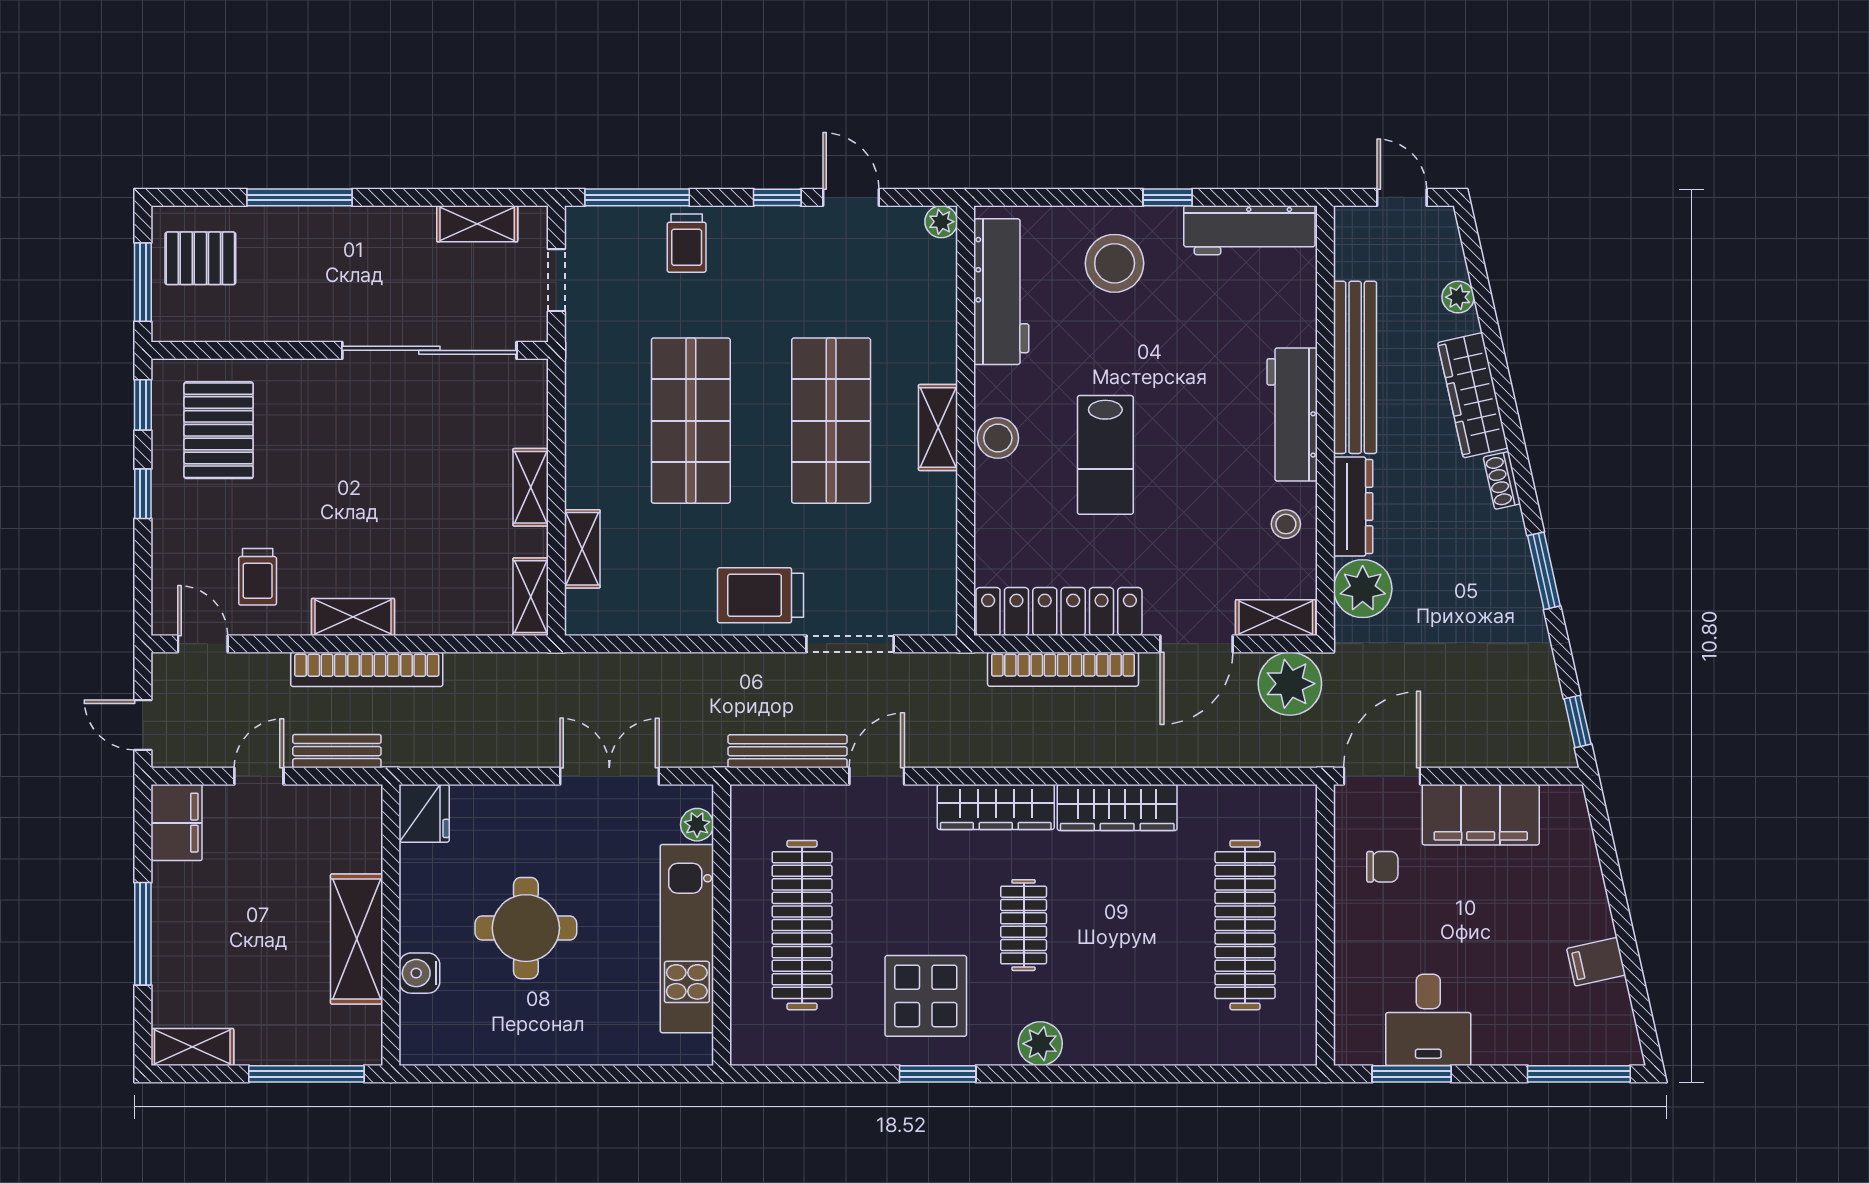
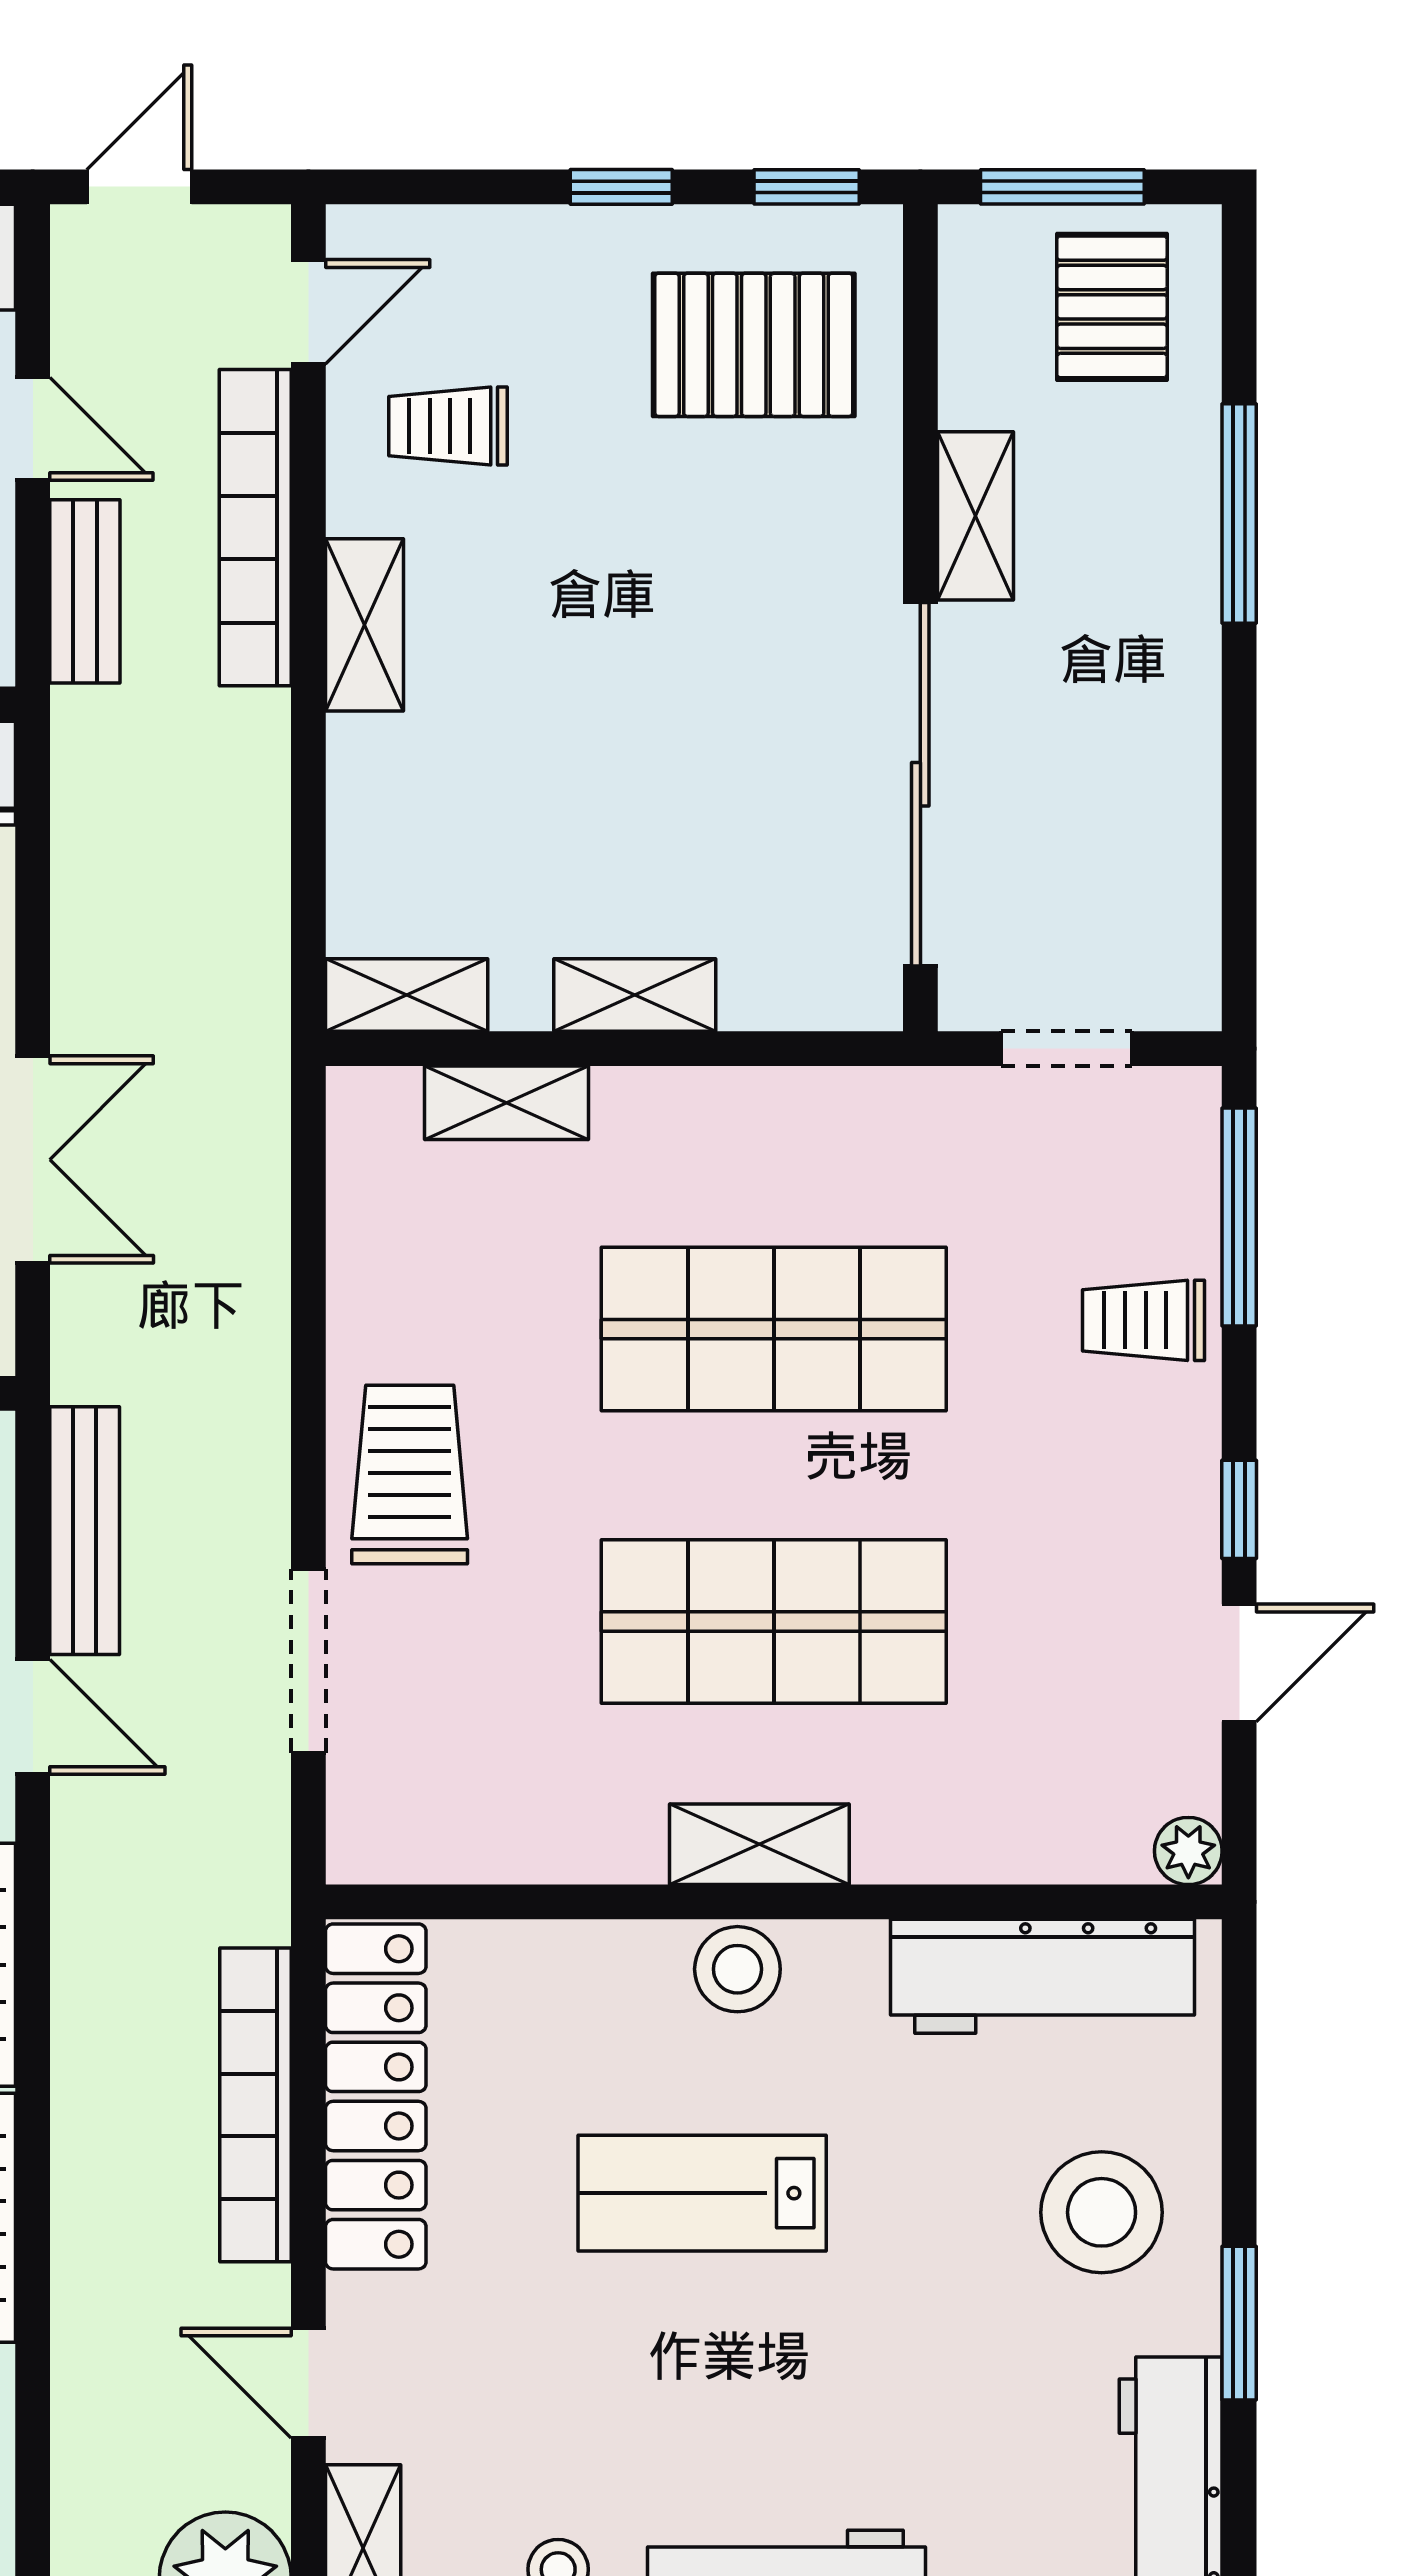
window: (1168, 197) -> (1239, 2323), width x1.50
shelving: (477, 224) -> (975, 516), moved
door: (1196, 644) -> (308, 2383), width x0.73
bookcase: (367, 669) -> (255, 528), moved

